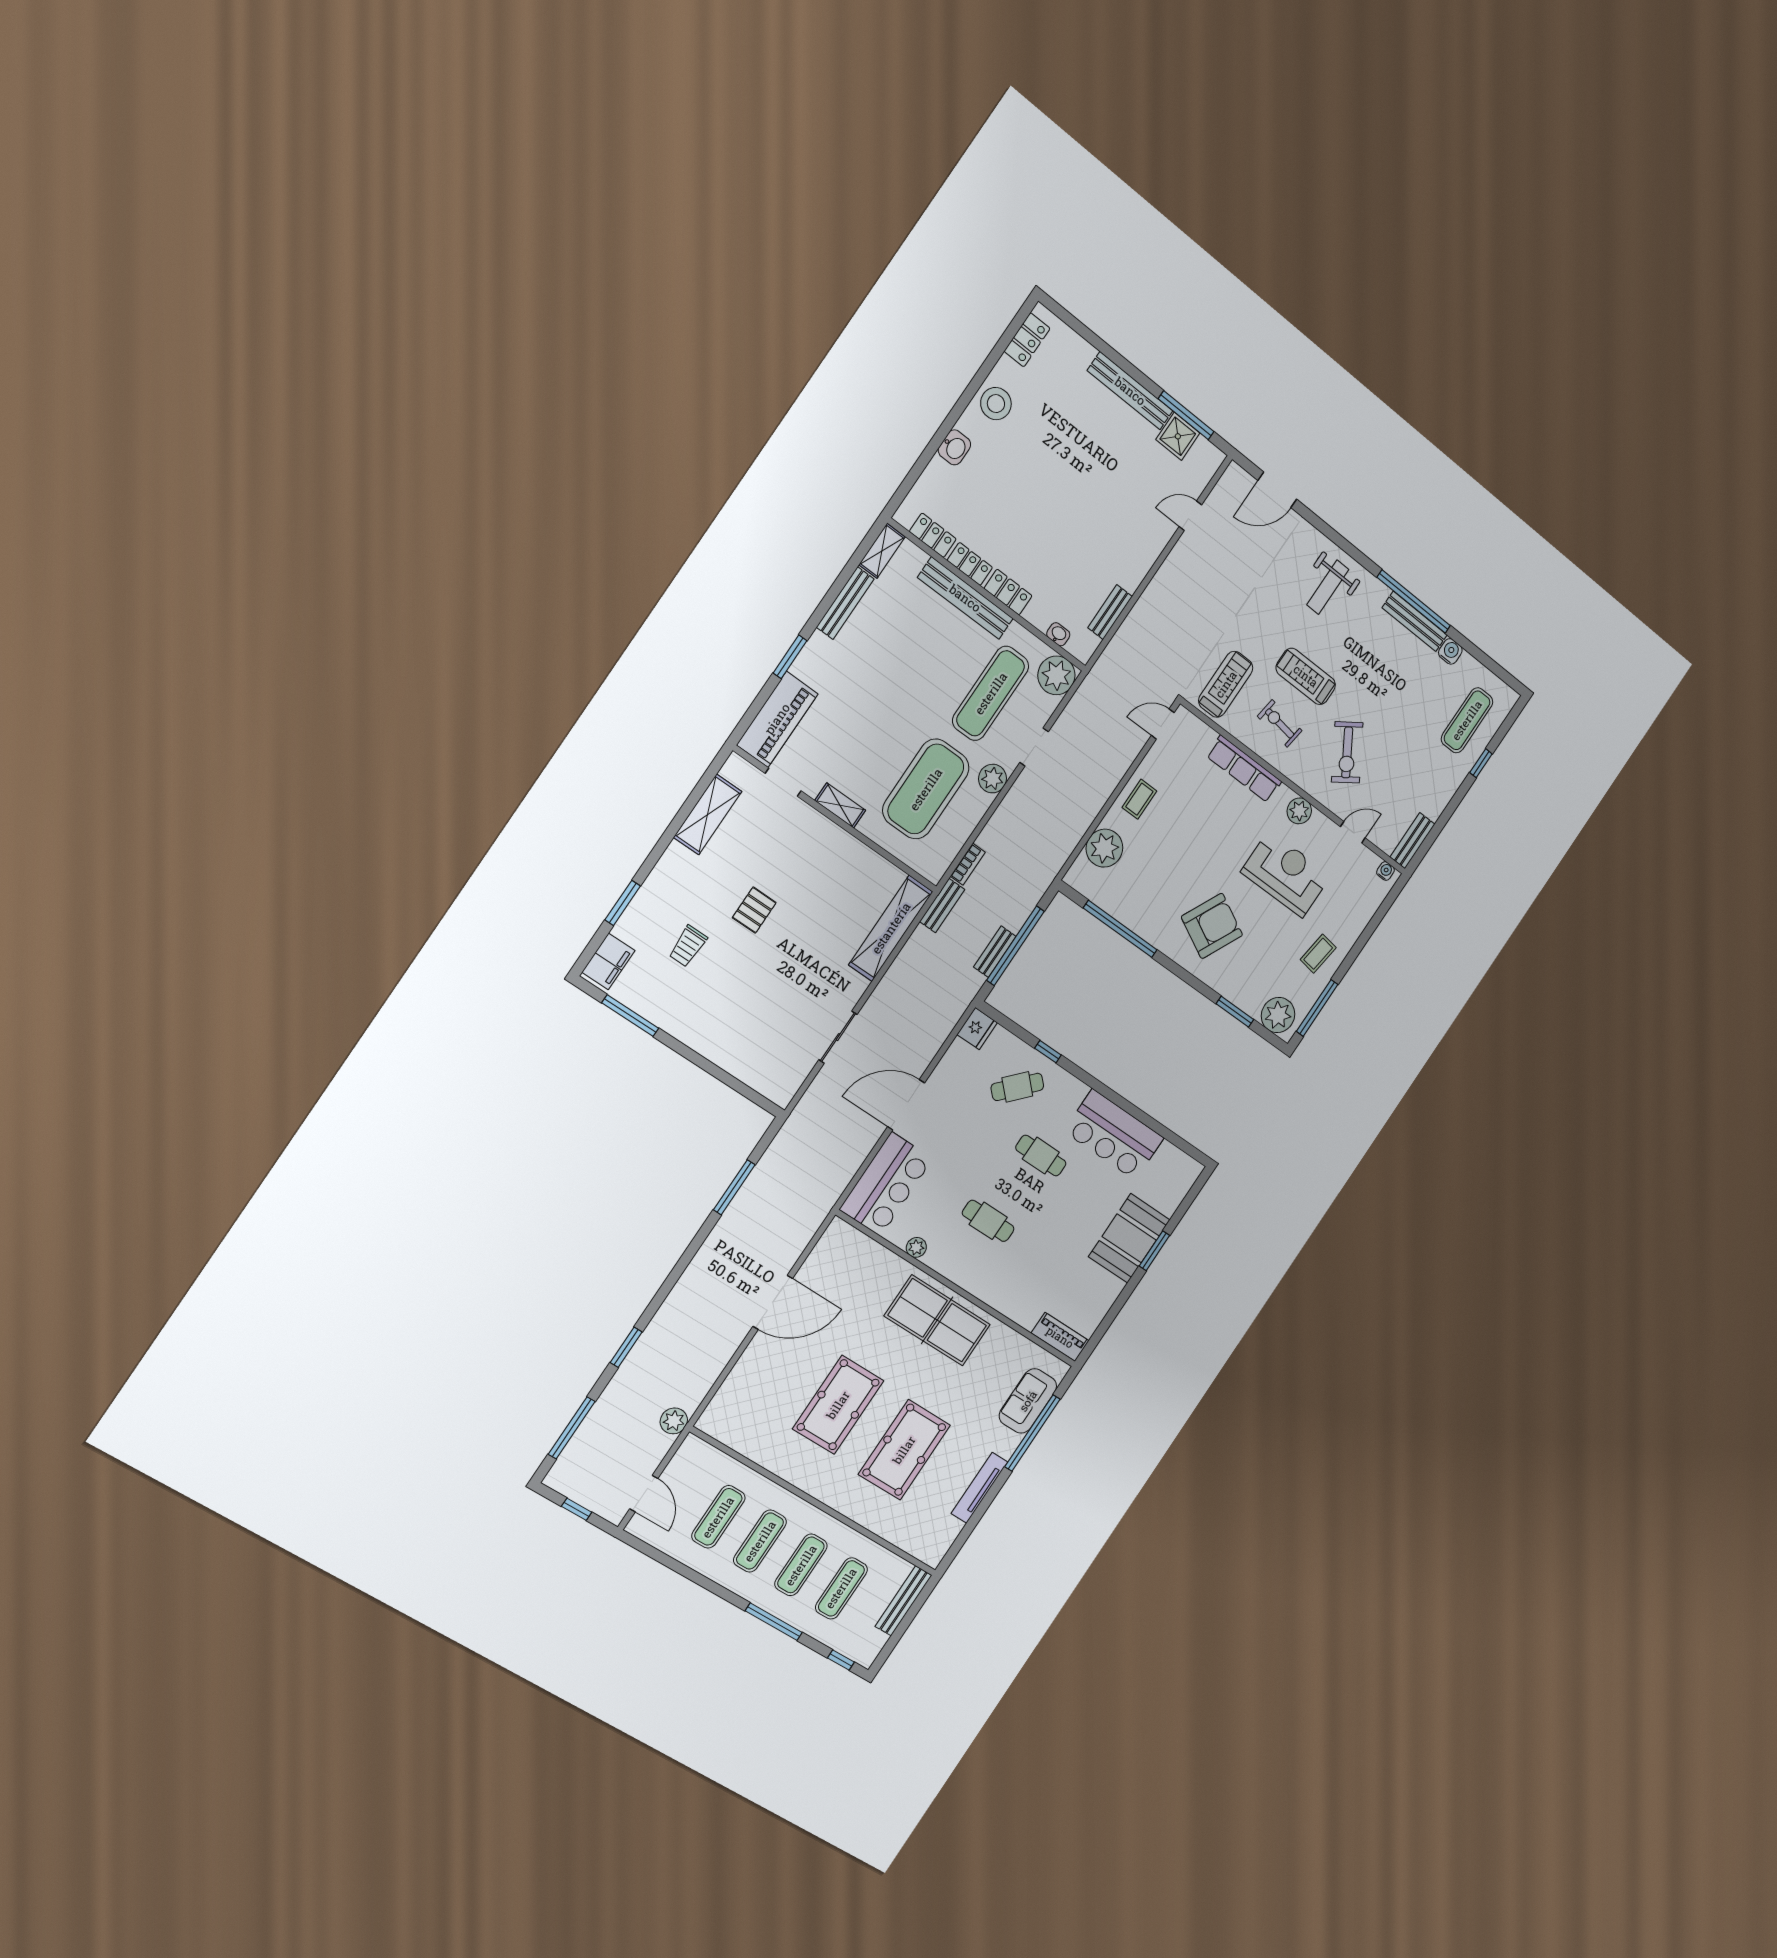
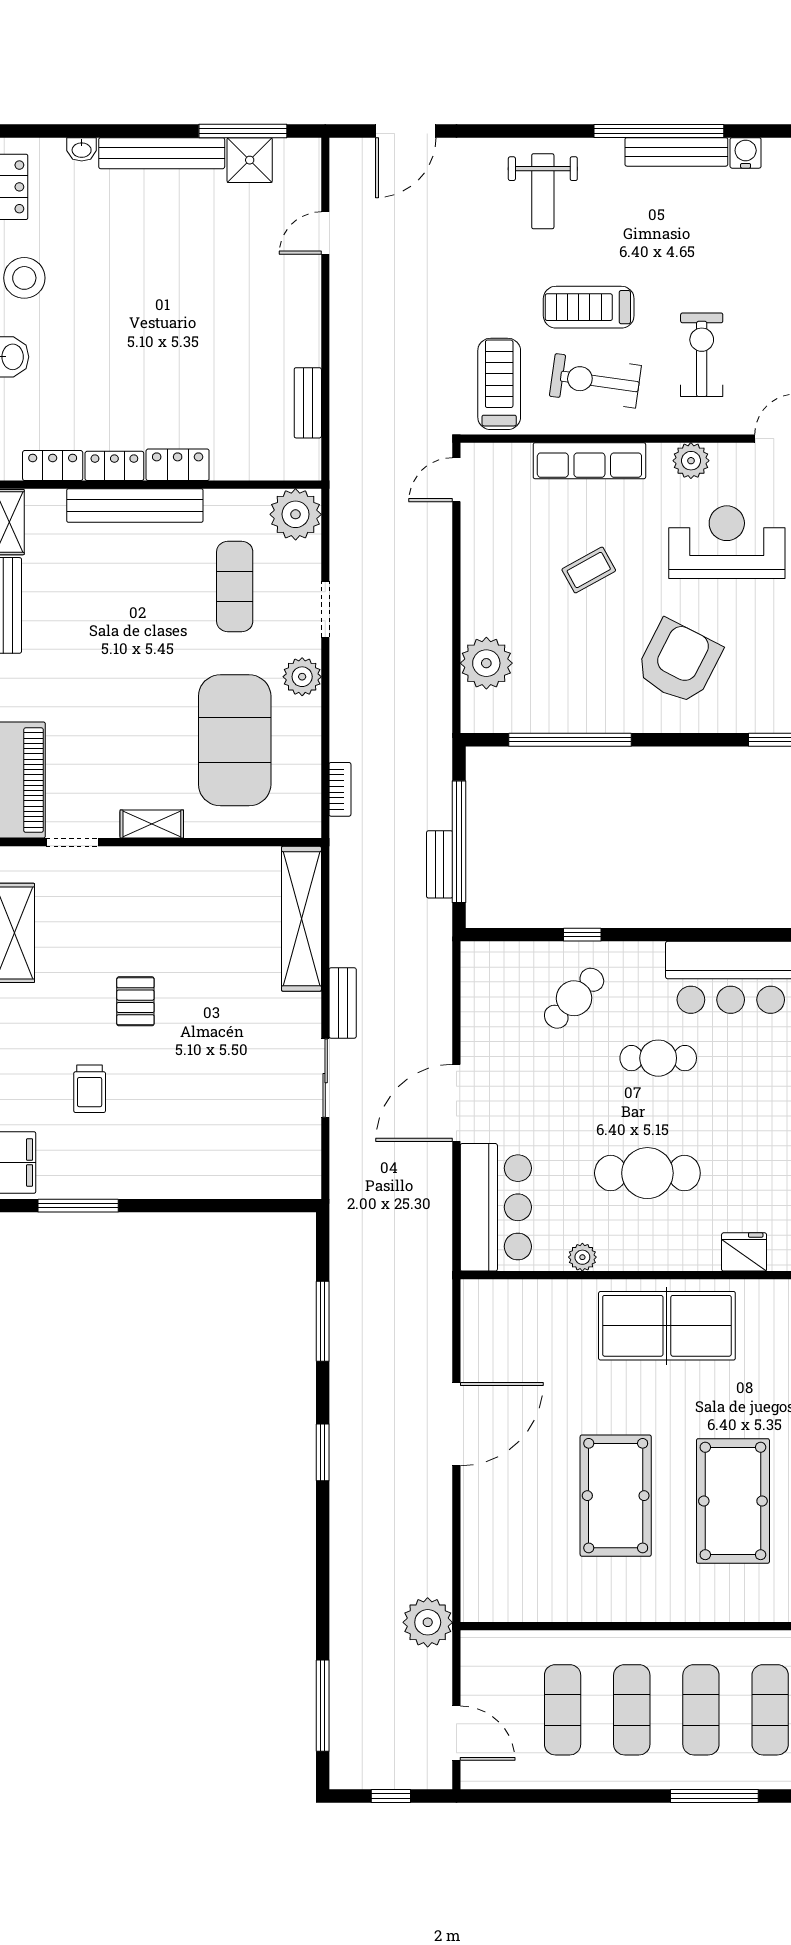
washbasin: (1058, 634) -> (82, 149), moved, turned 180
exercise mat: (991, 693) -> (235, 587), width x0.73, depth x0.69
exercise bike: (1280, 723) -> (595, 381), width x1.38, depth x1.39
exercise bike: (1347, 752) -> (702, 355), turned -147
coffee table: (1139, 799) -> (589, 570), moved, turned 61
bench: (942, 905) -> (343, 1003), moved
fridge: (977, 1029) -> (744, 1252), moved, turned -90
cafe table: (988, 1221) -> (647, 1173), width x1.37, depth x1.35
window: (626, 1347) -> (323, 1452), moved
plant: (674, 1421) -> (428, 1622), width x1.36, depth x1.36

